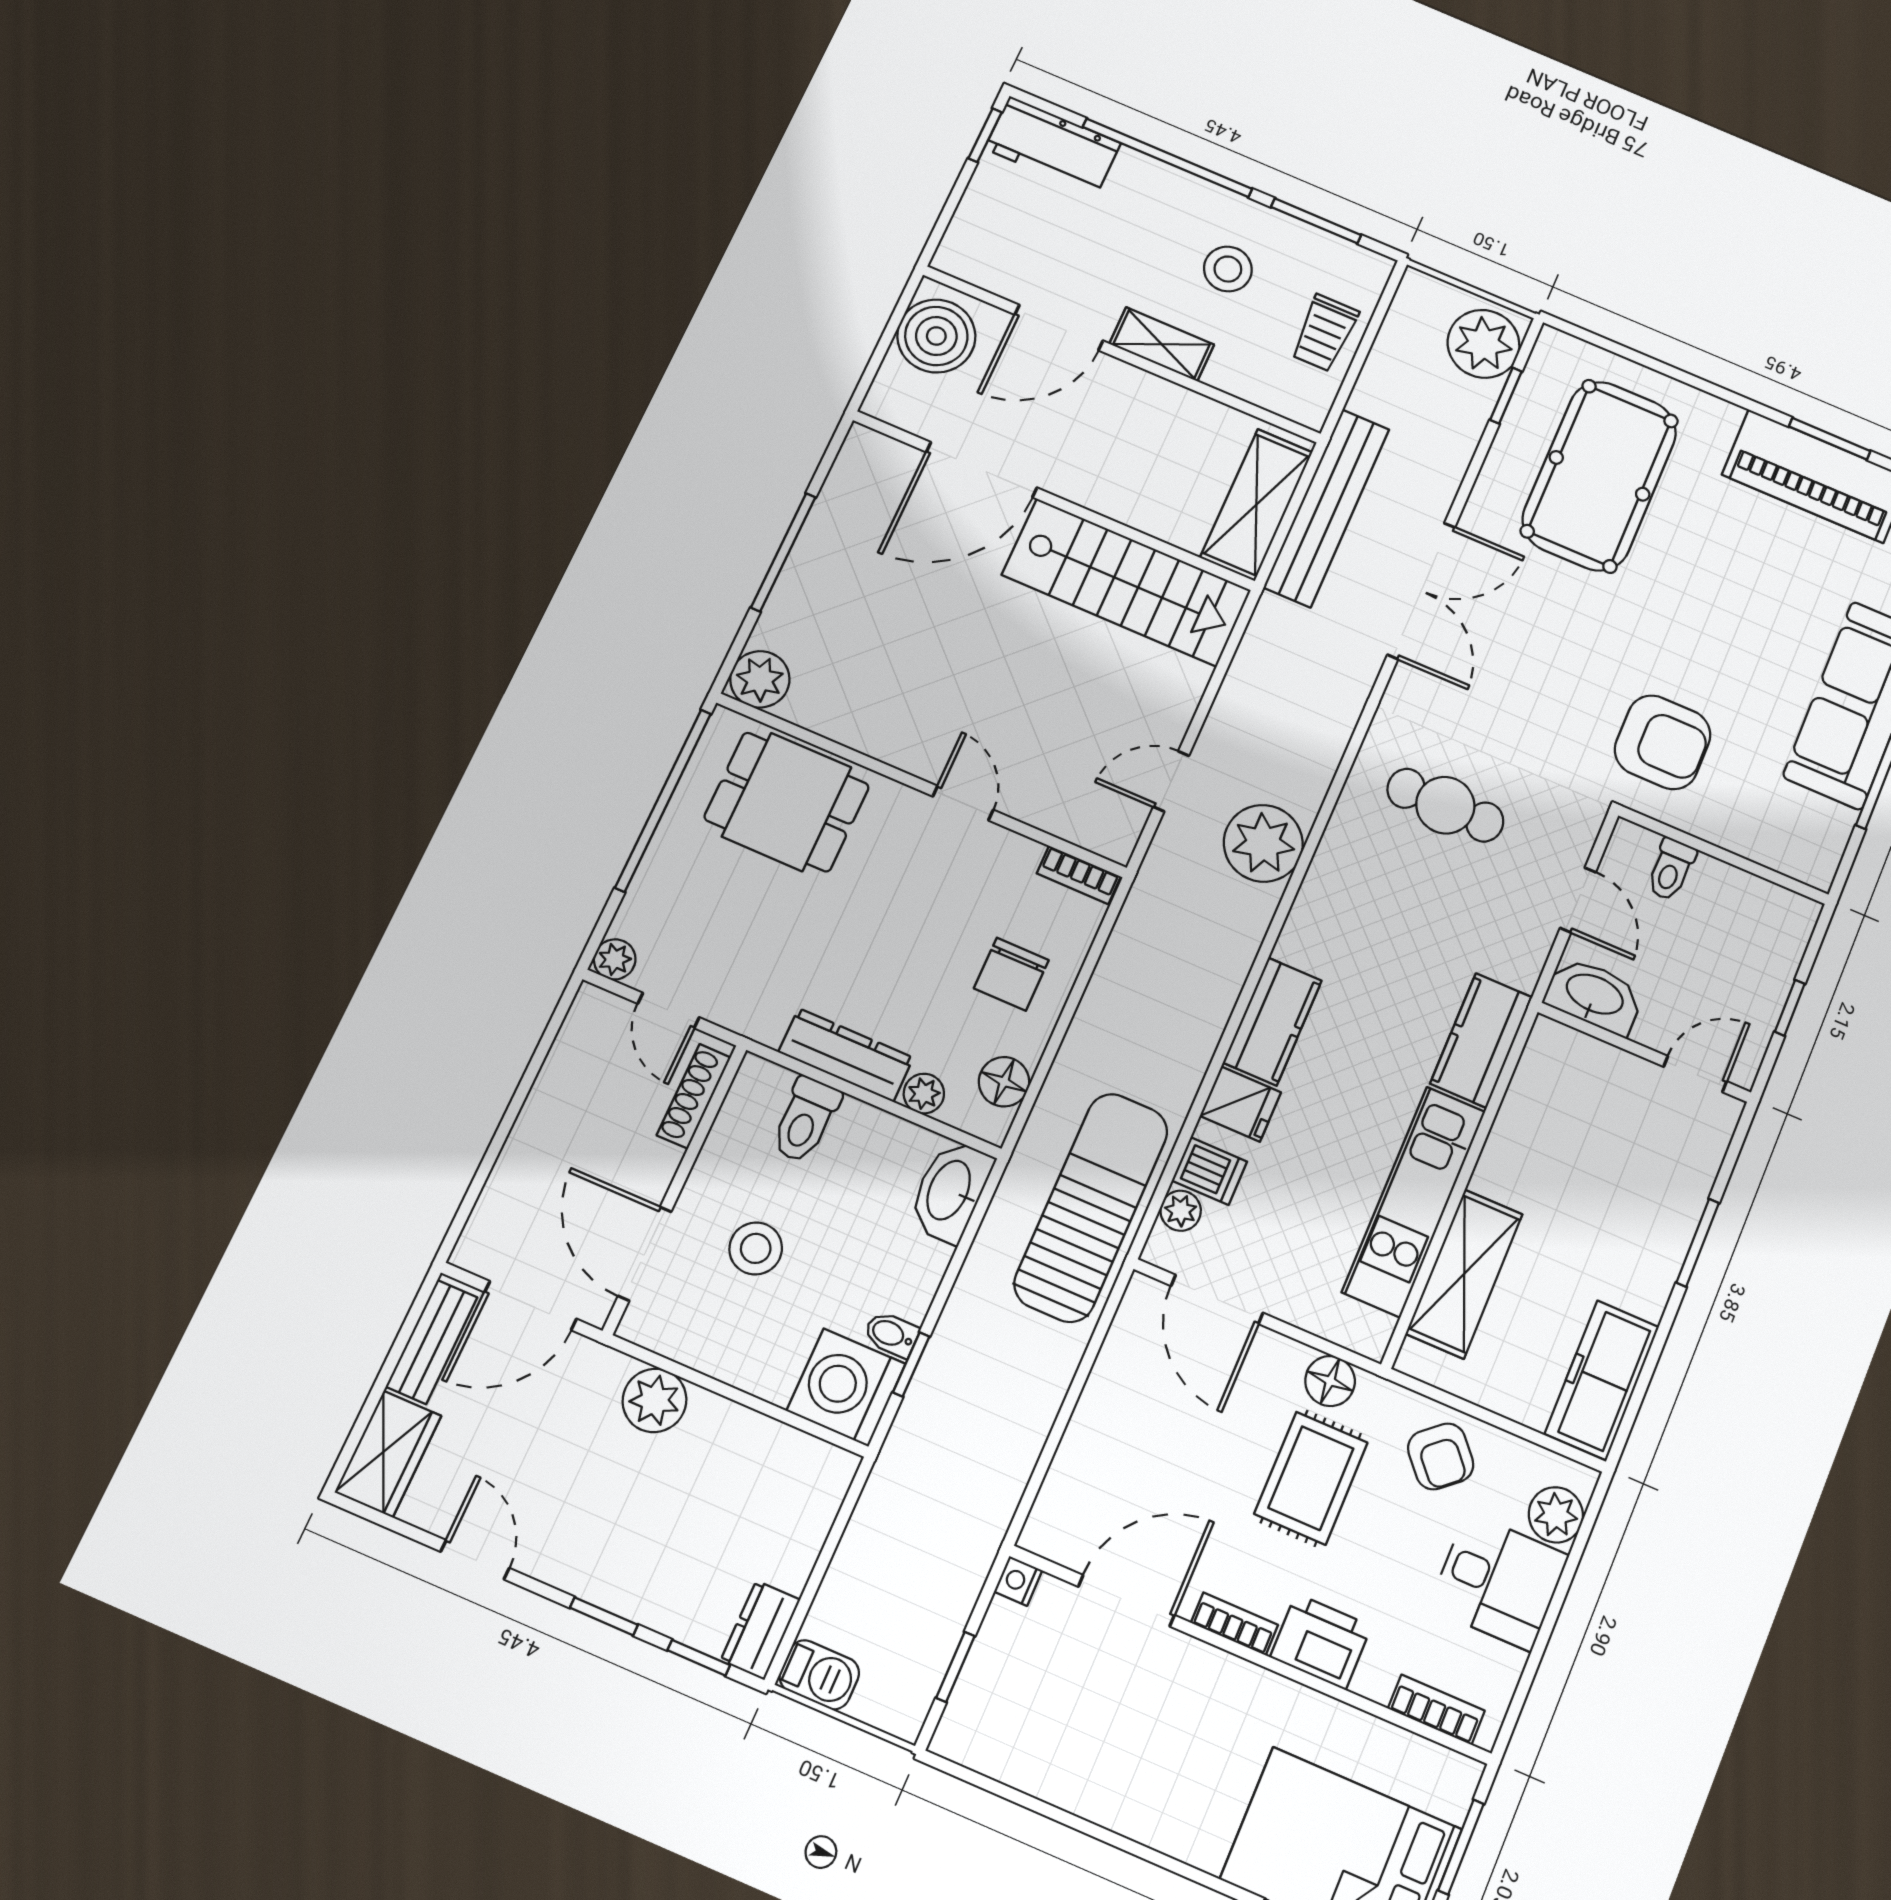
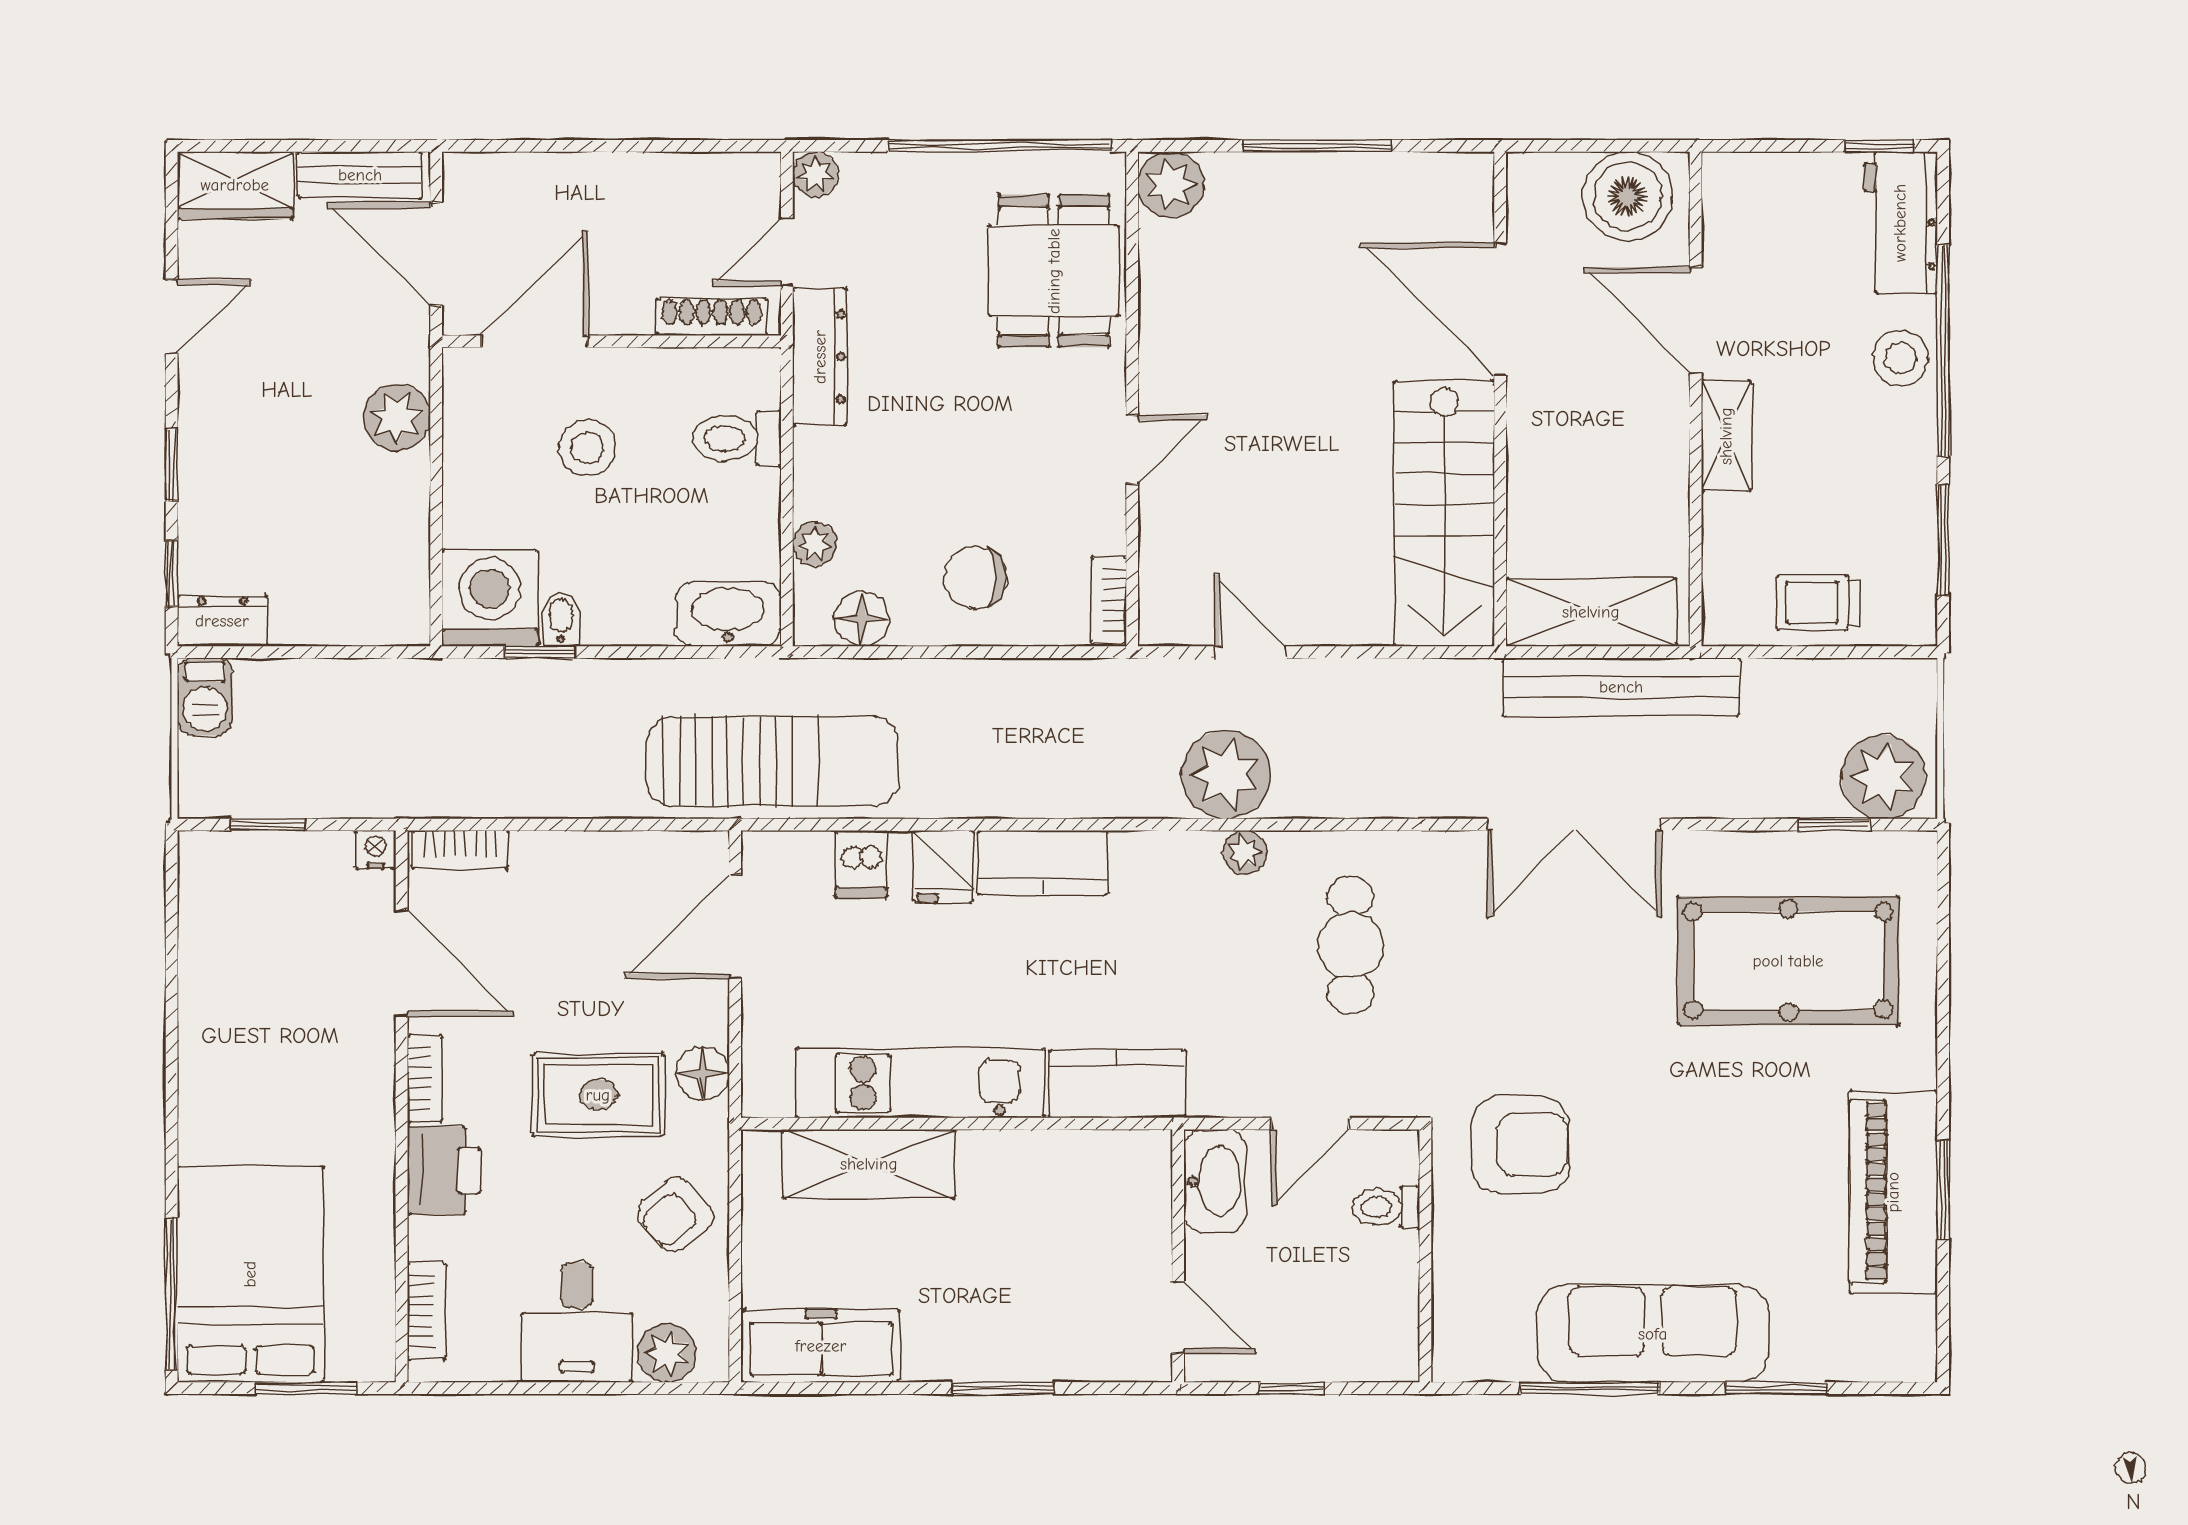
stool: (1228, 269) -> (1901, 358), moved
armchair: (1663, 742) -> (1520, 1144), turned -90
dresser: (846, 1055) -> (820, 357), moved
plant: (1181, 1211) -> (1245, 852), moved
bookcase: (1050, 1507) -> (460, 850), added

